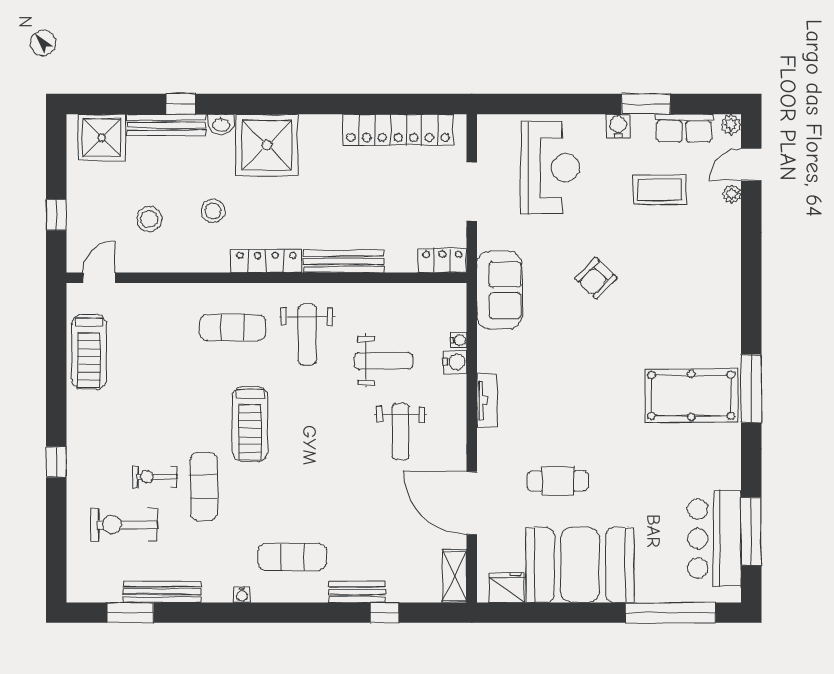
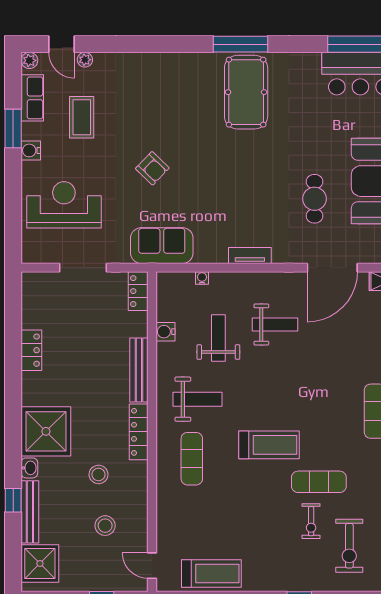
locker: (398, 130) -> (31, 350), width x0.46, depth x0.83
water cooler: (455, 362) -> (165, 332), moved, turned -90

